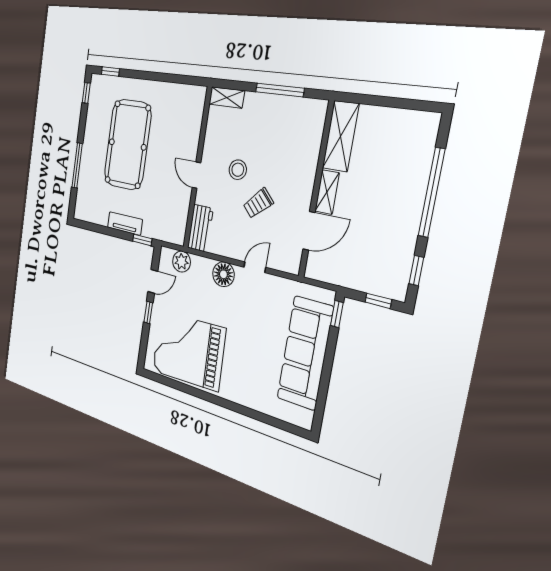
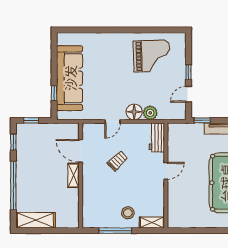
shelving: (341, 136) -> (36, 220), moved, turned 90
stool: (238, 170) -> (128, 213), moved
door: (196, 175) -> (166, 171), hinge flipped
door: (309, 231) -> (81, 151), hinge flipped
plant: (182, 262) -> (150, 113), moved
window: (337, 314) -> (54, 93), moved
grand piano: (188, 350) -> (152, 56), width x0.73, depth x0.68

